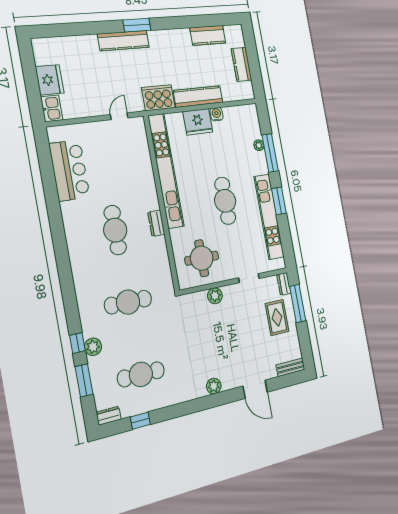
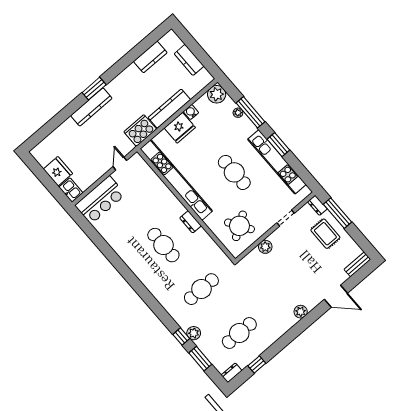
plant: (249, 114) -> (217, 94), added
bar counter: (69, 170) -> (100, 200), moved, turned 90
round table: (202, 258) -> (239, 226), turned -33

